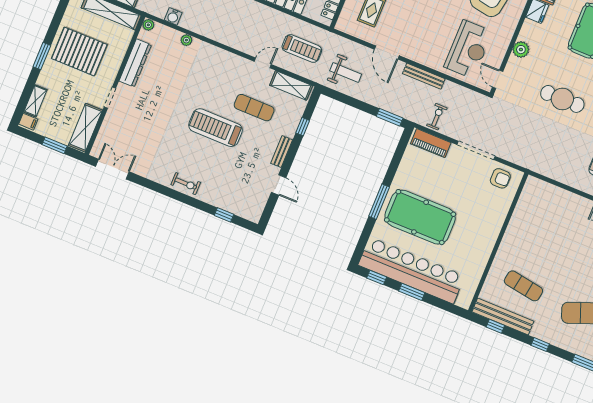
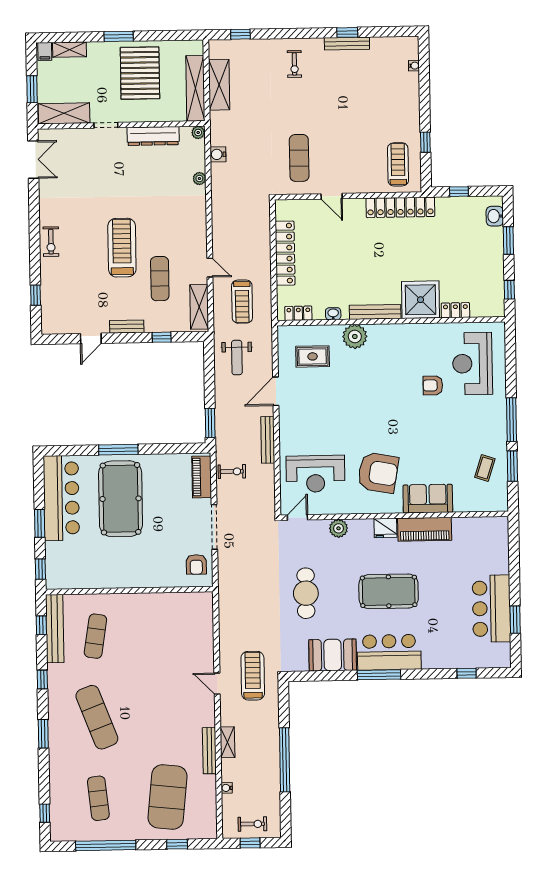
bar counter: (411, 270) -> (61, 498), width x0.73
window: (377, 277) -> (40, 569), moved

